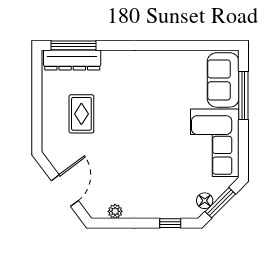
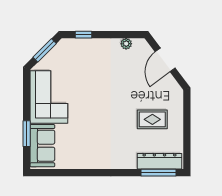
window: (243, 95) -> (27, 134), width x0.69
rug: (81, 114) -> (152, 119), turned 90
floor lamp: (205, 201) -> (57, 52), removed

